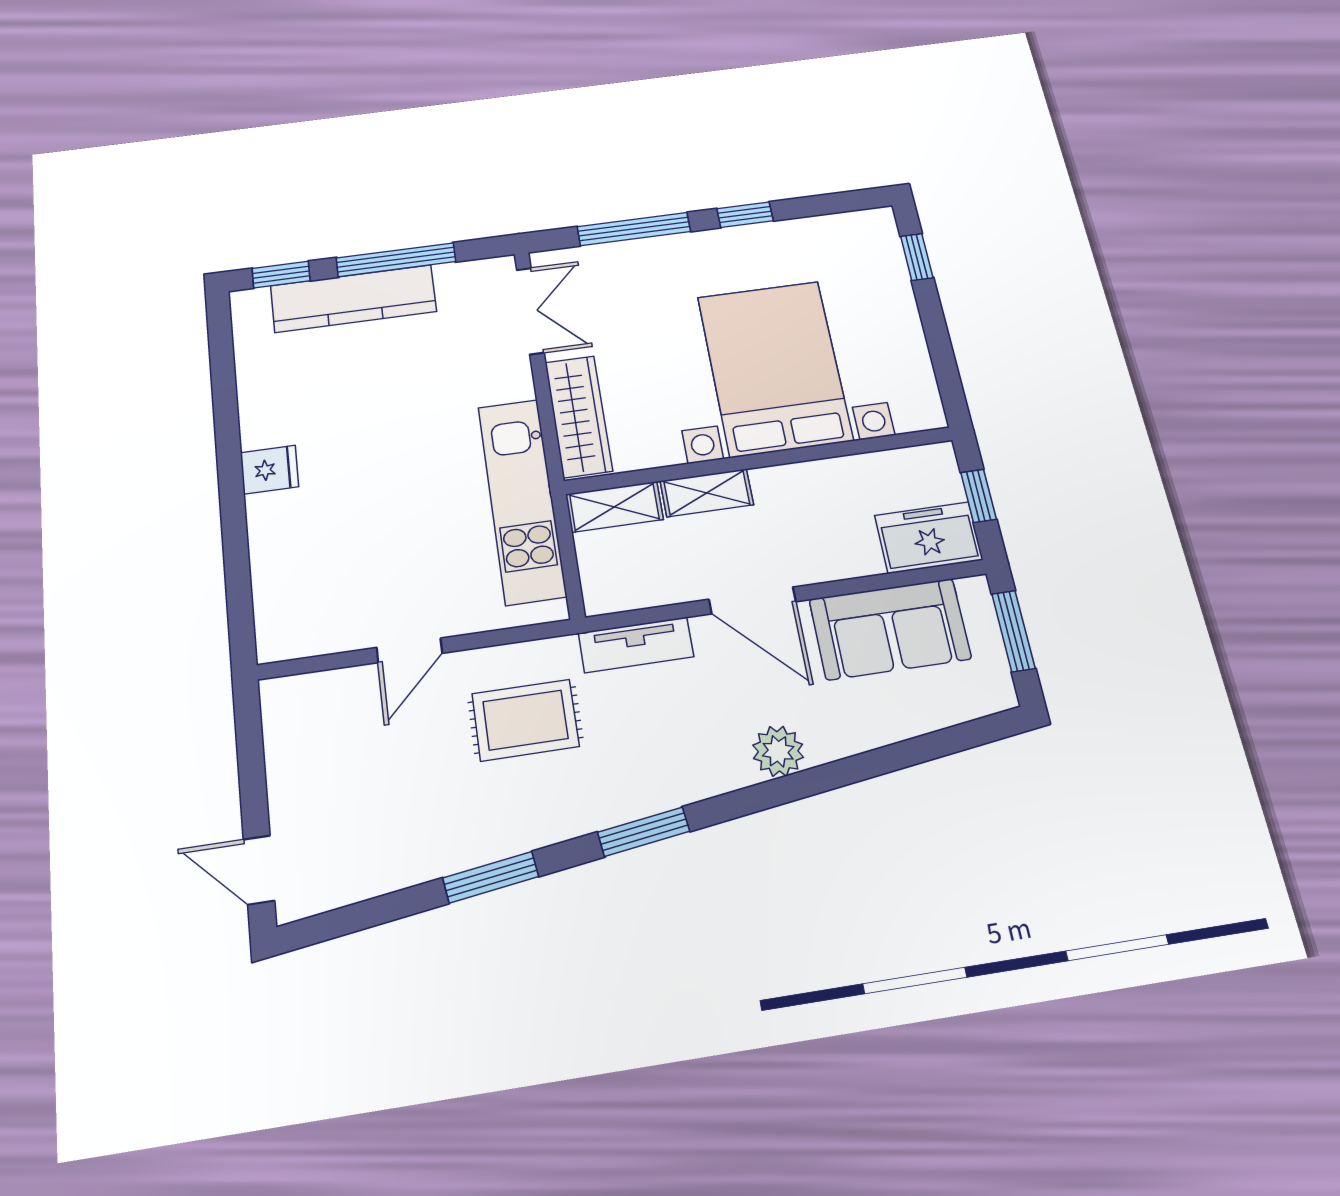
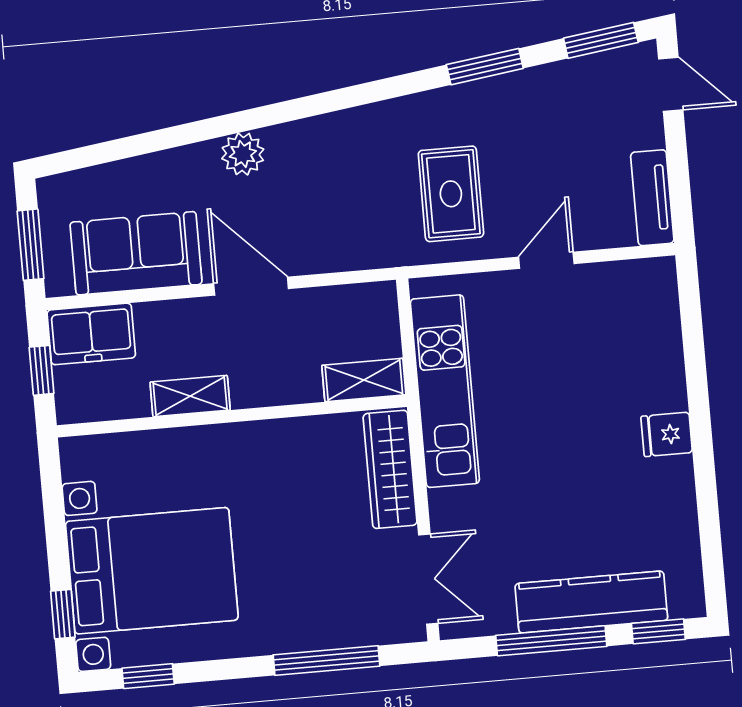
window: (745, 215) -> (148, 676), moved
double door: (530, 311) -> (428, 579), swing flipped
bed with nightstands: (775, 368) -> (152, 571), moved, turned -90
shelving: (707, 493) -> (190, 396), moved
tv unit: (636, 645) -> (652, 198), moved, turned -90
rug: (525, 720) -> (451, 194), turned 90
window: (644, 832) -> (601, 40), moved

